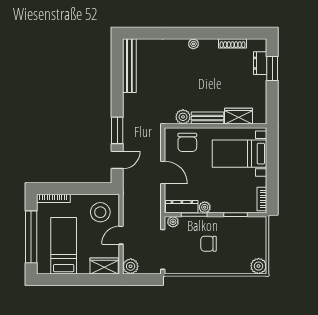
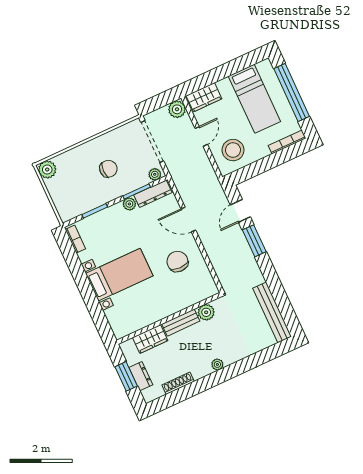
wardrobe: (238, 116) -> (150, 339), moved
plant: (183, 117) -> (206, 312), moved
bench: (208, 118) -> (181, 323), moved
wall: (215, 126) -> (169, 318), moved

